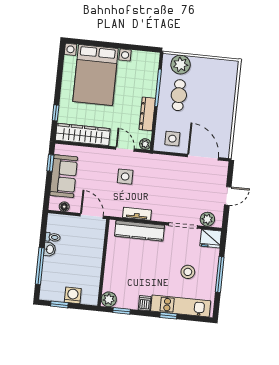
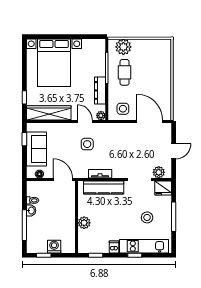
plant: (109, 299) -> (84, 223), moved

